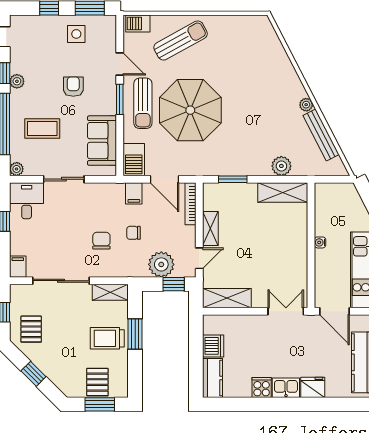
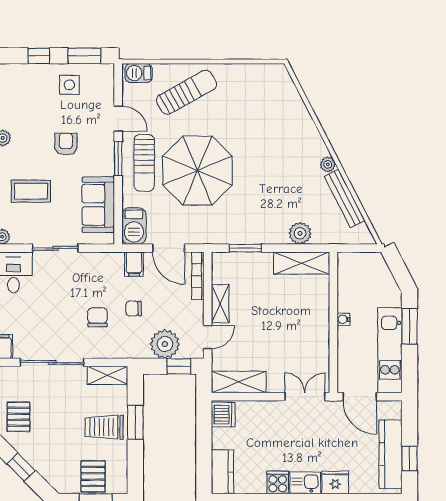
dishwasher: (213, 346) -> (223, 415), moved

